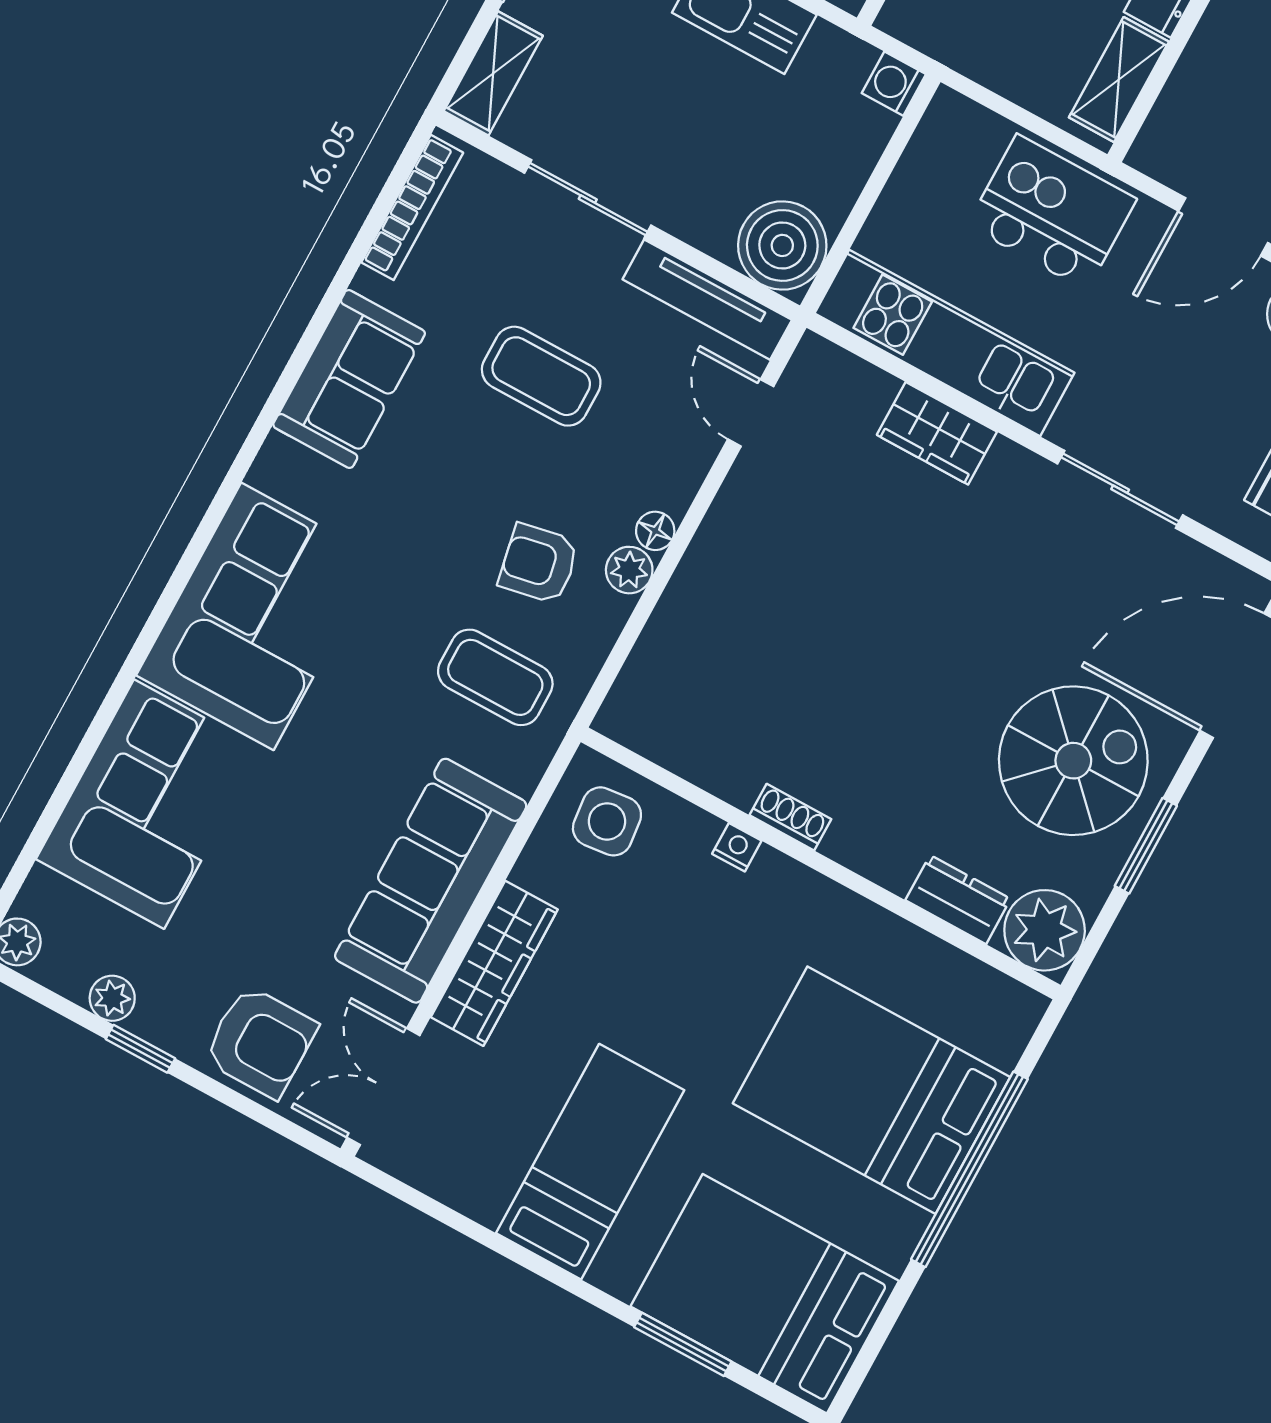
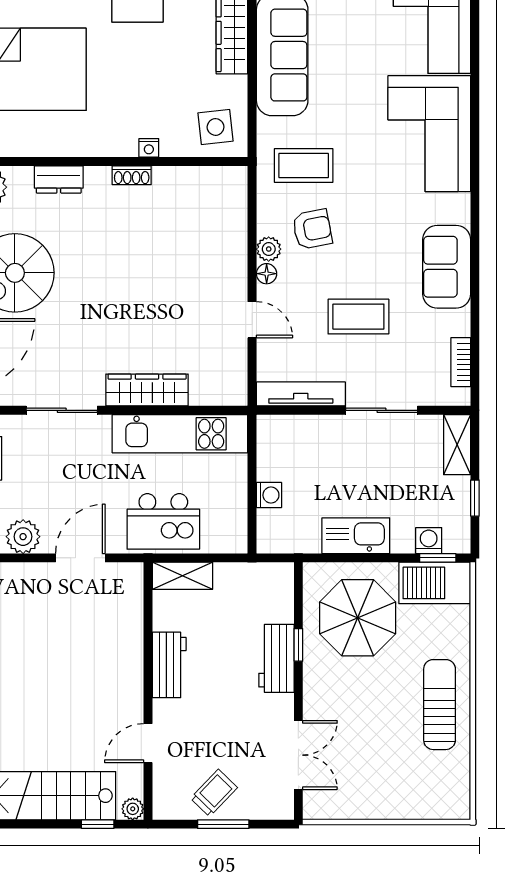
shelving: (1119, 80) -> (182, 576), moved, turned 90
washing machine: (894, 84) -> (269, 495), moved
bookcase: (412, 207) -> (461, 362), width x0.64
boiler: (782, 245) -> (280, 438), removed
door: (751, 413) -> (252, 320), moved
wardrobe: (937, 433) -> (147, 390), width x1.50
dresser: (958, 899) -> (59, 179), moved

